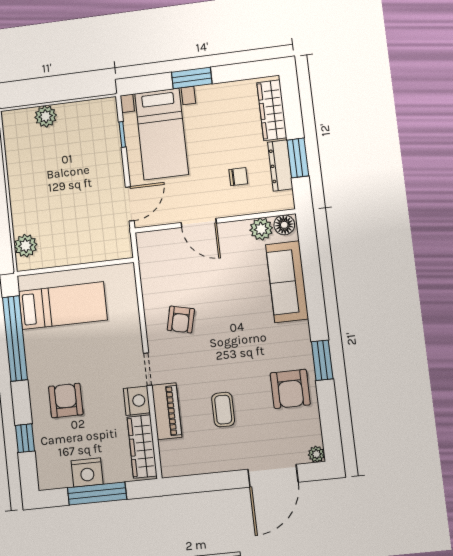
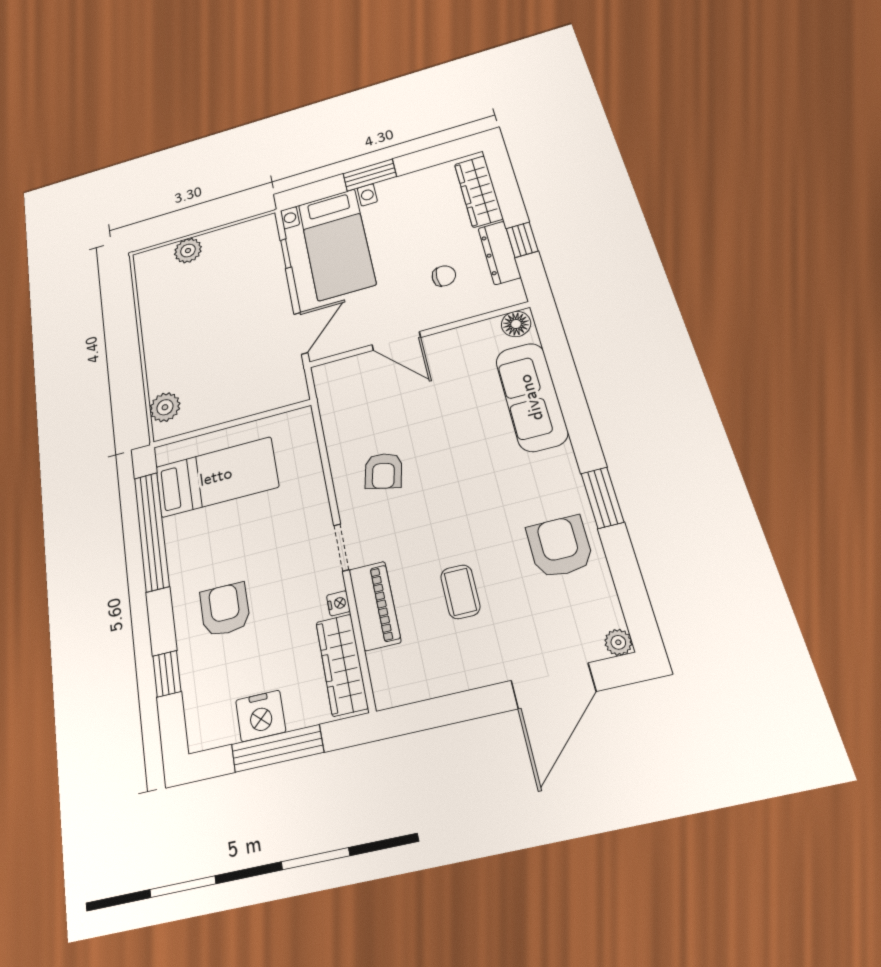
window: (298, 158) -> (522, 240), width x0.67
plant: (261, 229) -> (484, 335), removed
armchair: (290, 389) -> (560, 547), turned 180
nightstand: (137, 401) -> (338, 603), width x0.53, depth x0.56

